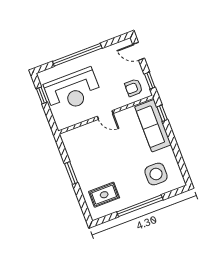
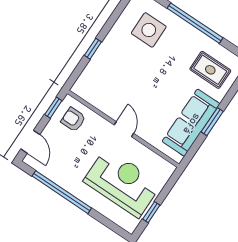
window: (77, 55) -> (62, 192), moved
armchair: (134, 88) -> (73, 119), turned 180
window: (162, 113) -> (93, 49), moved
sofa: (153, 126) -> (191, 123), moved, turned 180

